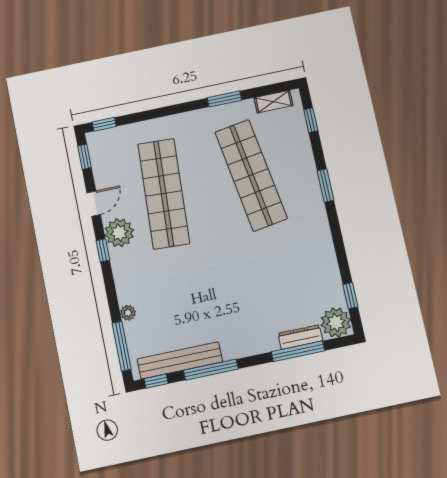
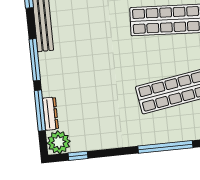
window: (325, 185) -> (165, 147), width x2.11
window: (211, 370) -> (35, 60), moved

